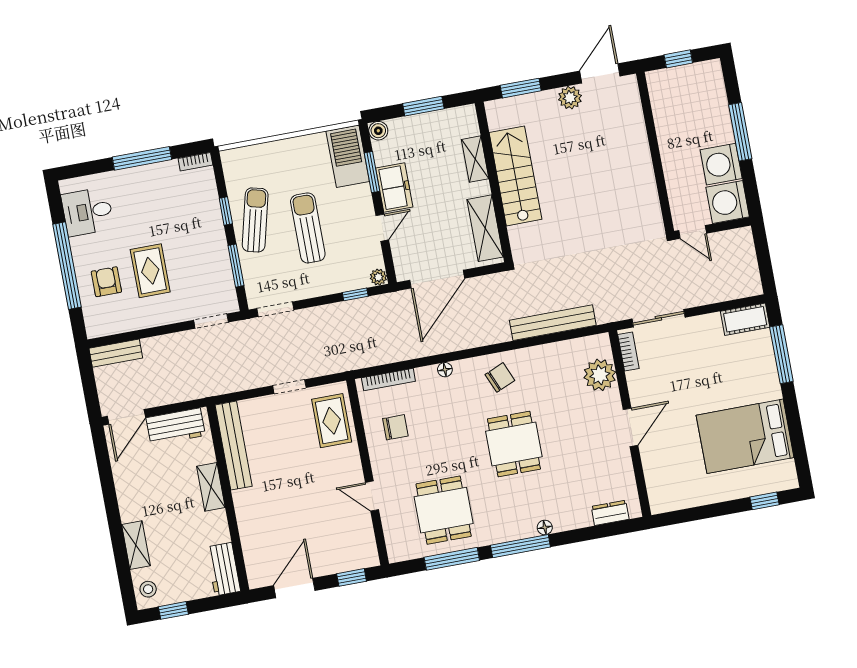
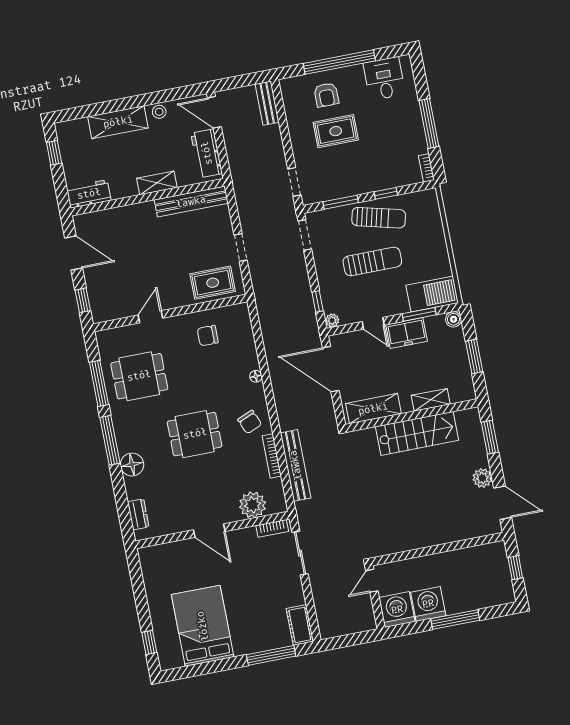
armchair: (106, 282) -> (326, 95), turned 90
bookcase: (388, 380) -> (272, 456), moved
chair: (395, 427) -> (208, 336), turned 90
floor lamp: (545, 527) -> (132, 465), width x1.89, depth x1.89
shelving: (136, 545) -> (118, 122), width x1.50, depth x1.33
stool: (148, 589) -> (159, 112), moved

